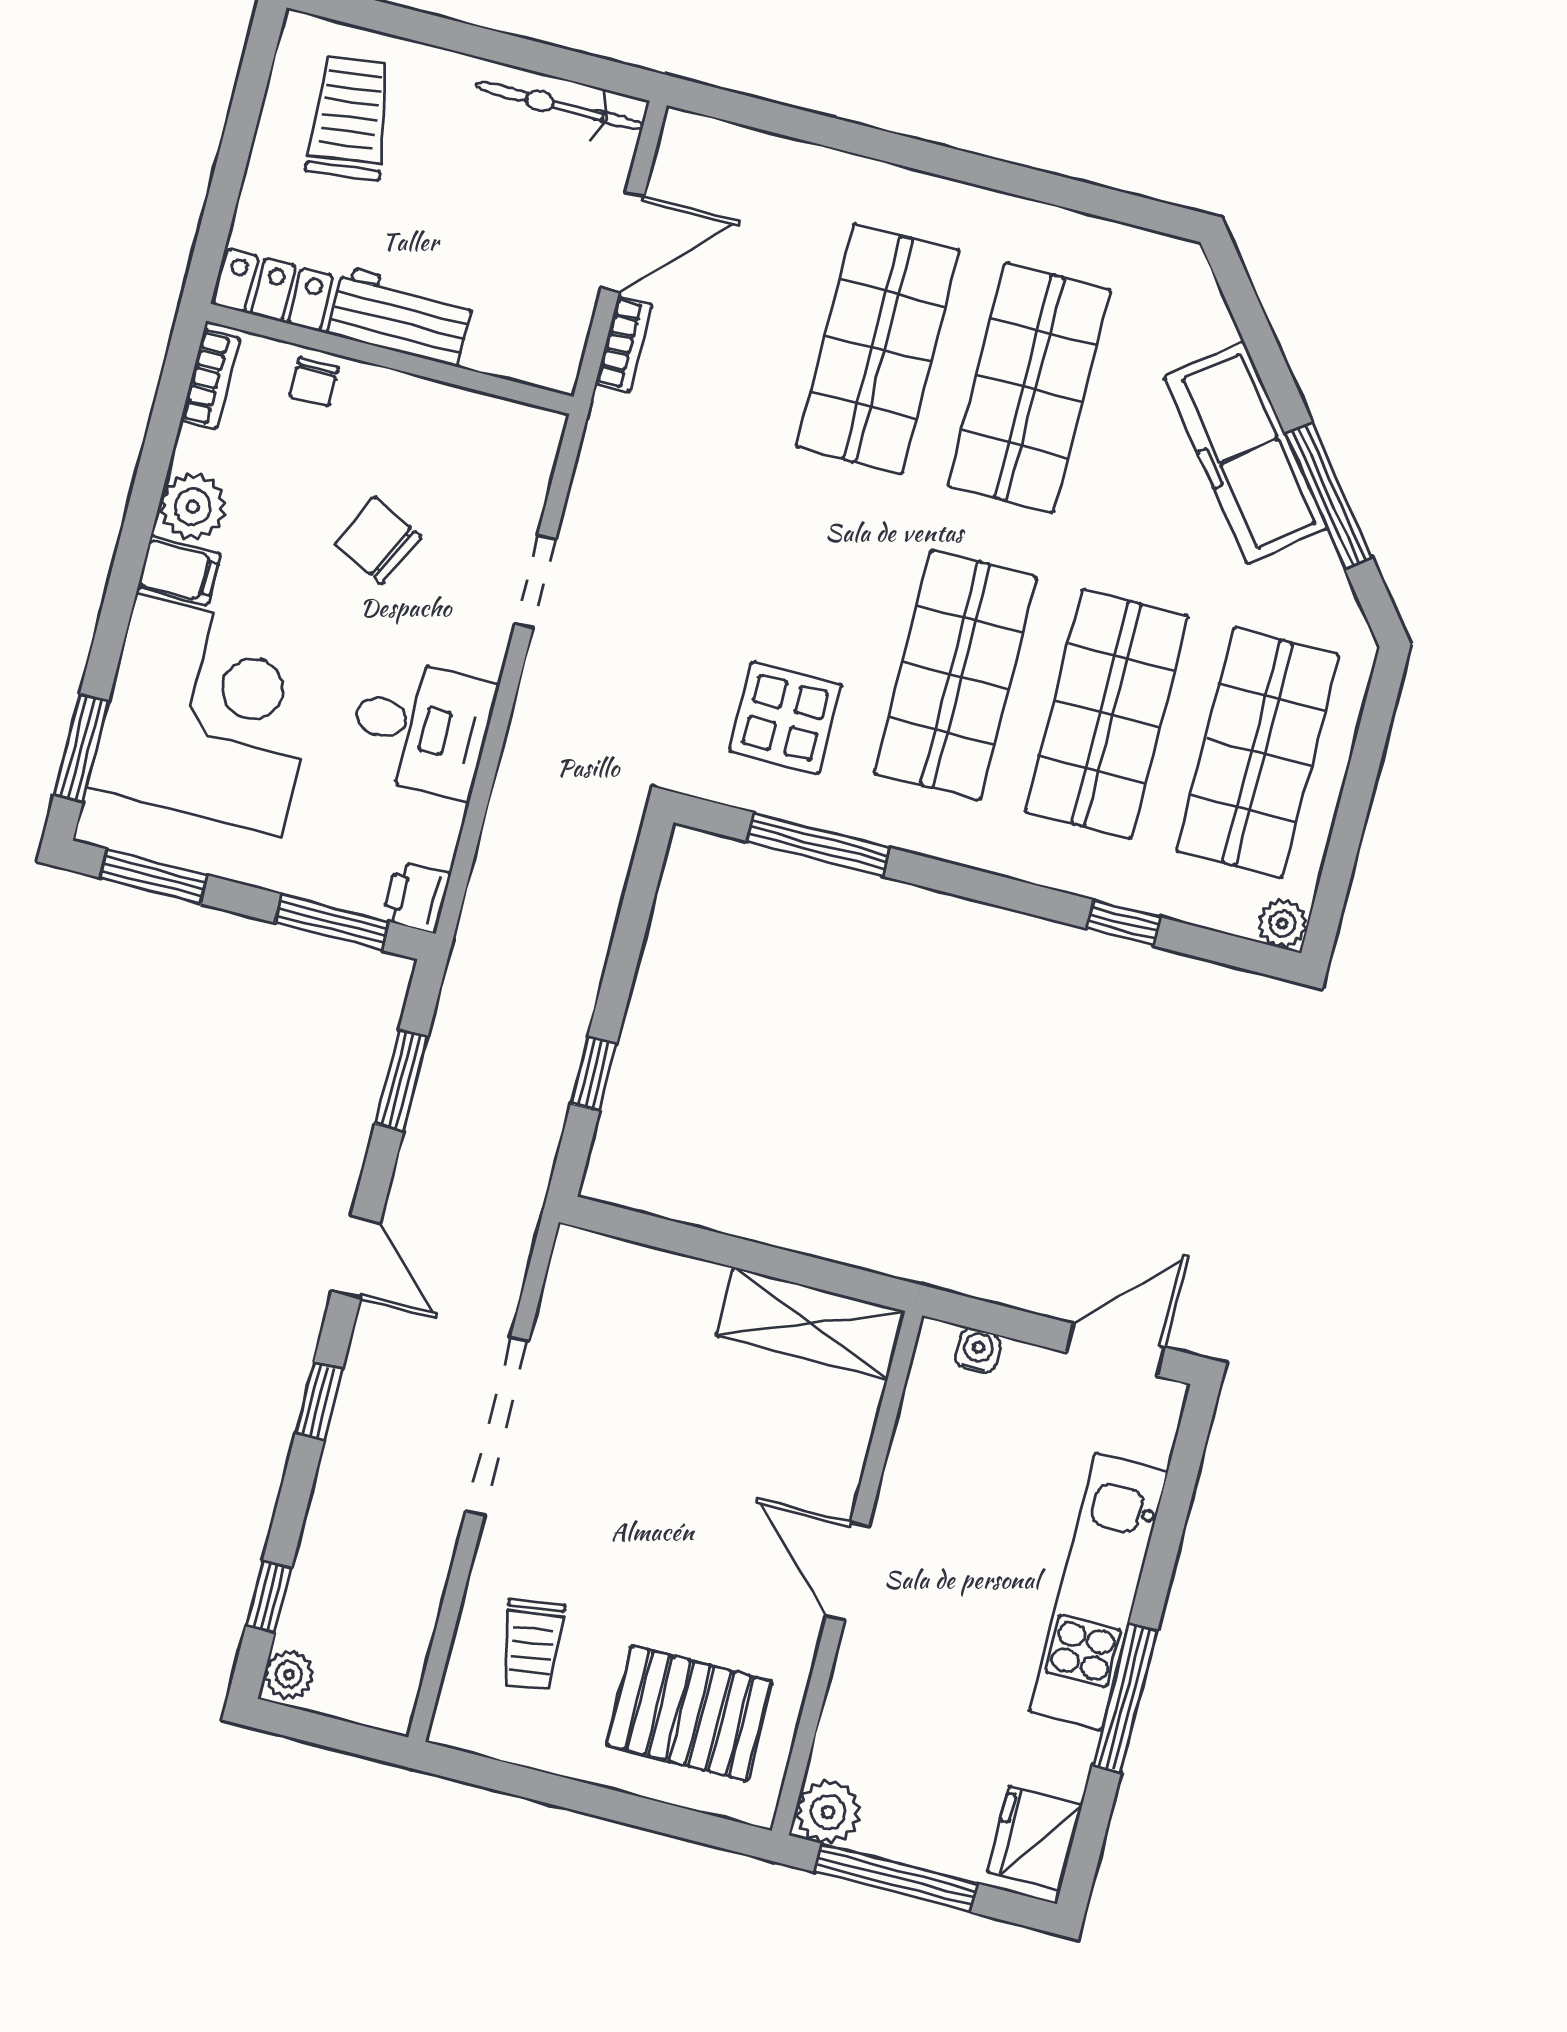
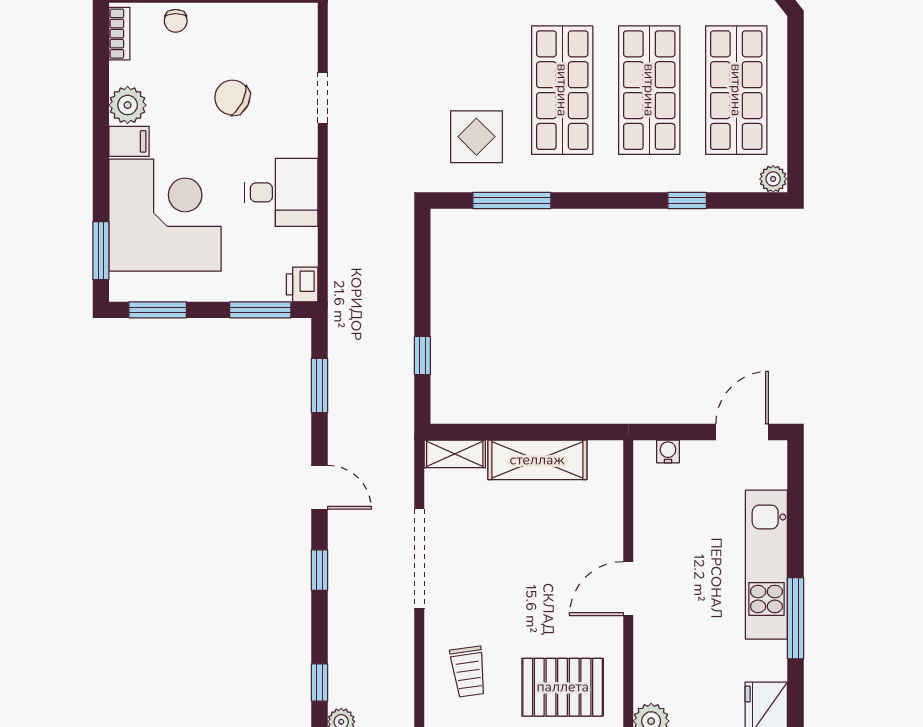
shelving: (606, 1259) -> (455, 454), added
shelving: (811, 1323) -> (537, 460), moved
door: (848, 1571) -> (628, 589), hinge flipped

